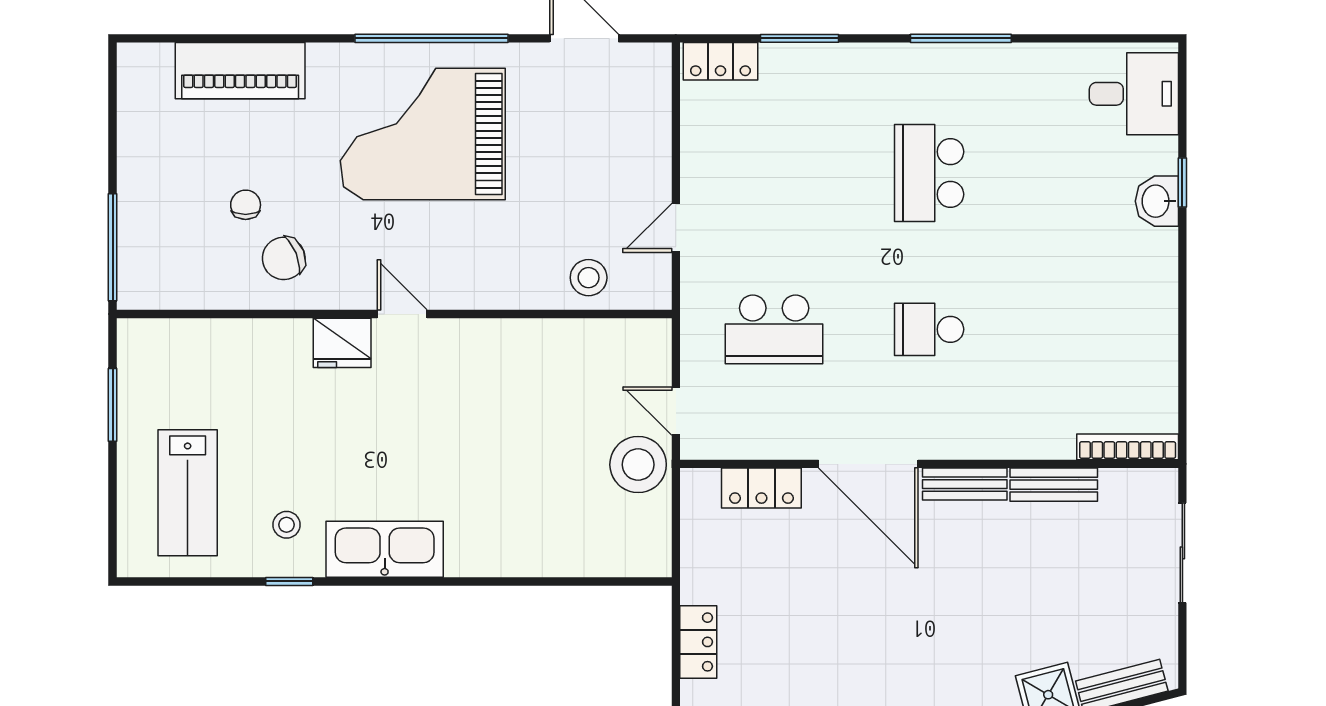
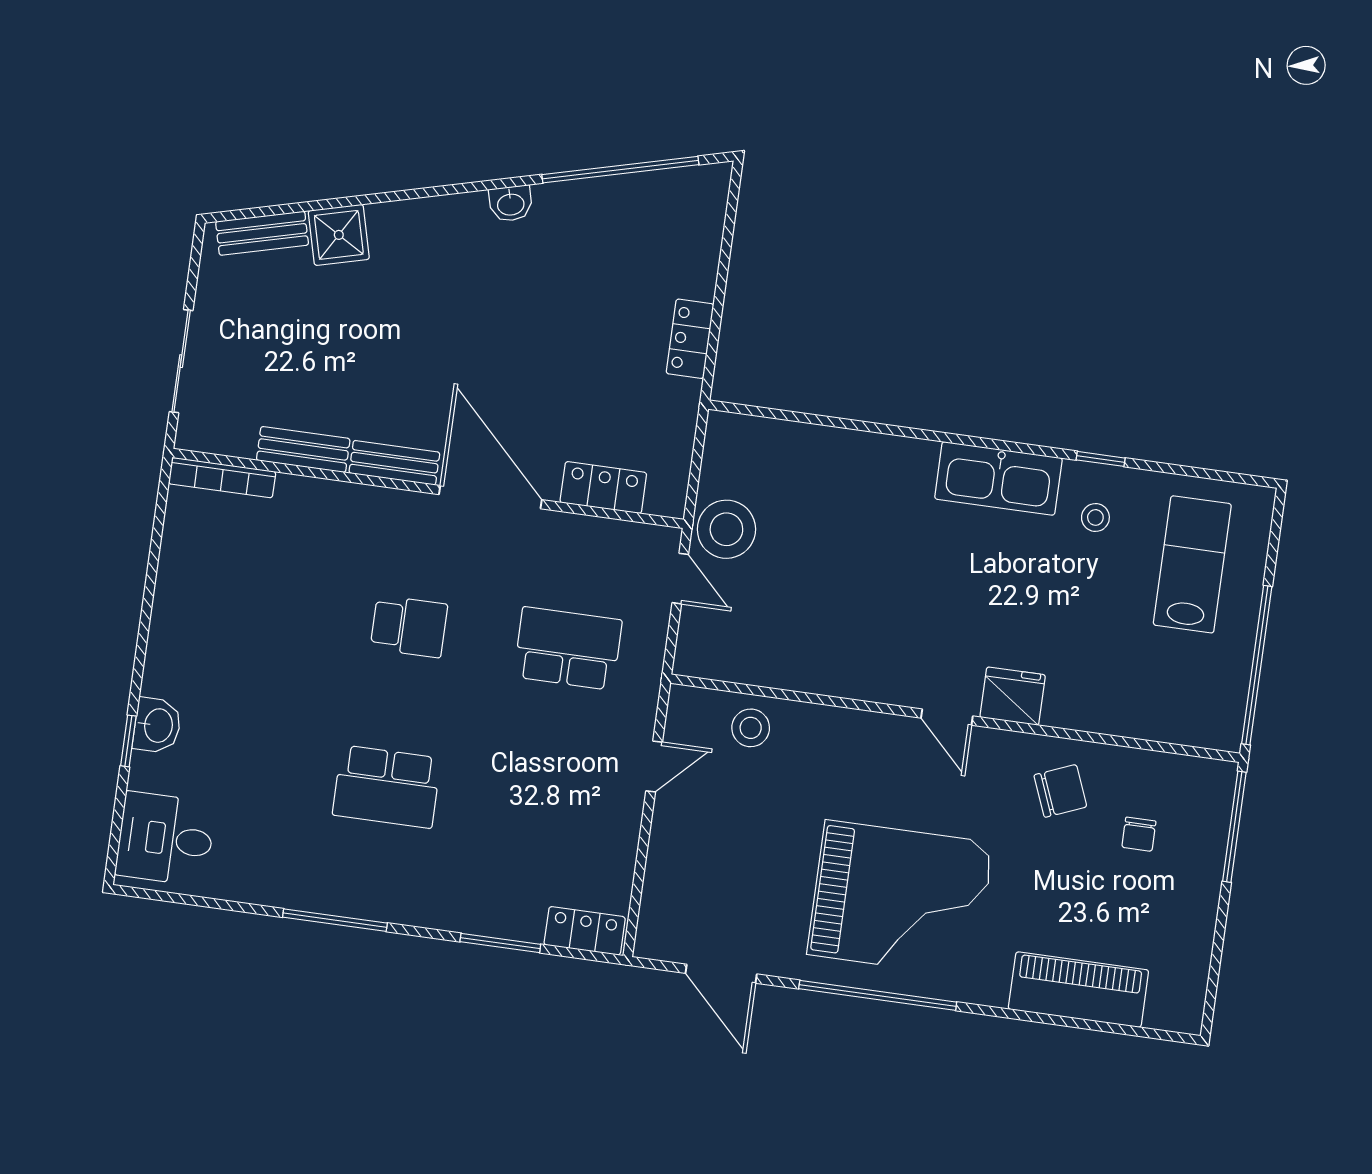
school desk: (929, 173) -> (387, 787), turned 90
chair: (246, 205) -> (1139, 834), moved
window: (113, 405) -> (1257, 665), width x2.11

